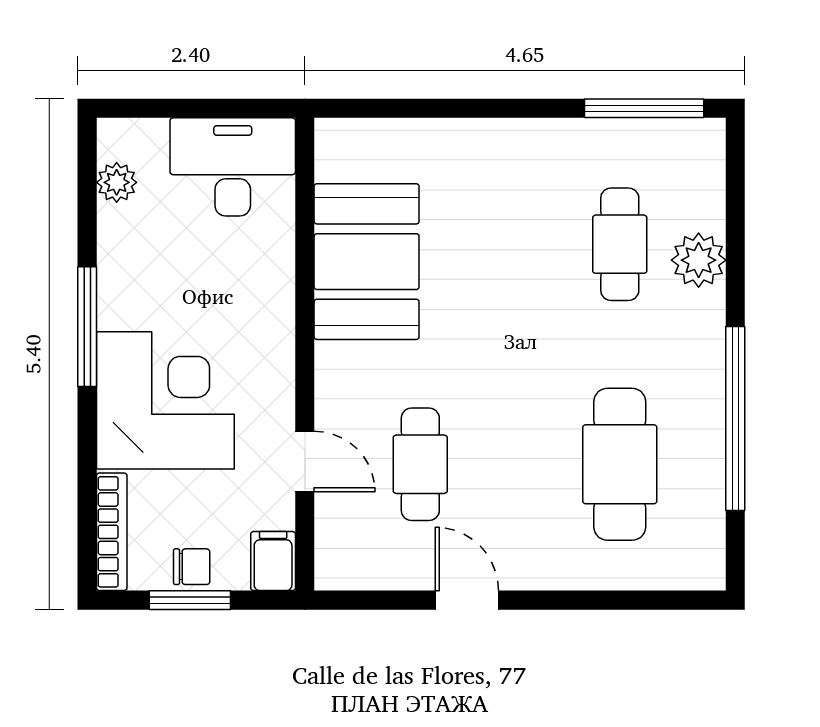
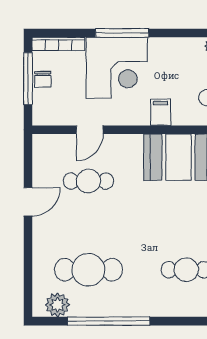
plant: (699, 260) -> (57, 305), moved
window: (87, 327) -> (122, 33), moved
filing cabinet: (273, 561) -> (161, 112), moved, turned -90
window: (190, 600) -> (28, 79), width x1.44

